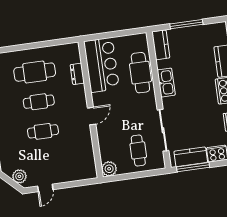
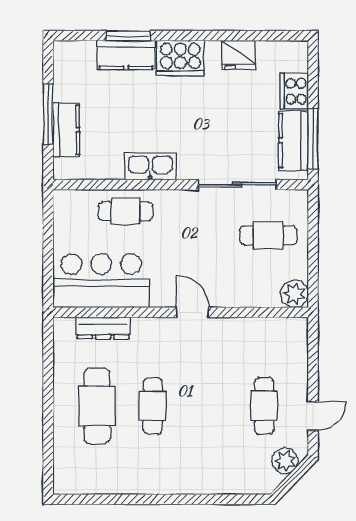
kitchen counter: (161, 45) -> (66, 130), moved, turned 90
cafe table: (140, 73) -> (126, 211), width x0.73, depth x0.74
dresser: (77, 74) -> (103, 328), width x1.44
cafe table: (43, 131) -> (264, 406), moved
door: (45, 188) -> (313, 416), hinge flipped

